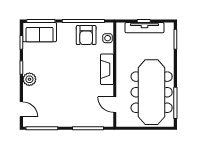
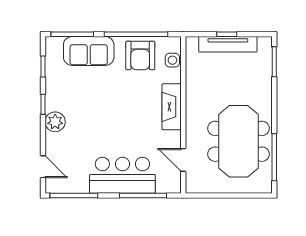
sofa: (40, 32) -> (89, 51), moved
meeting table: (152, 92) -> (239, 141), width x0.73
bar counter: (74, 115) -> (122, 175), added

